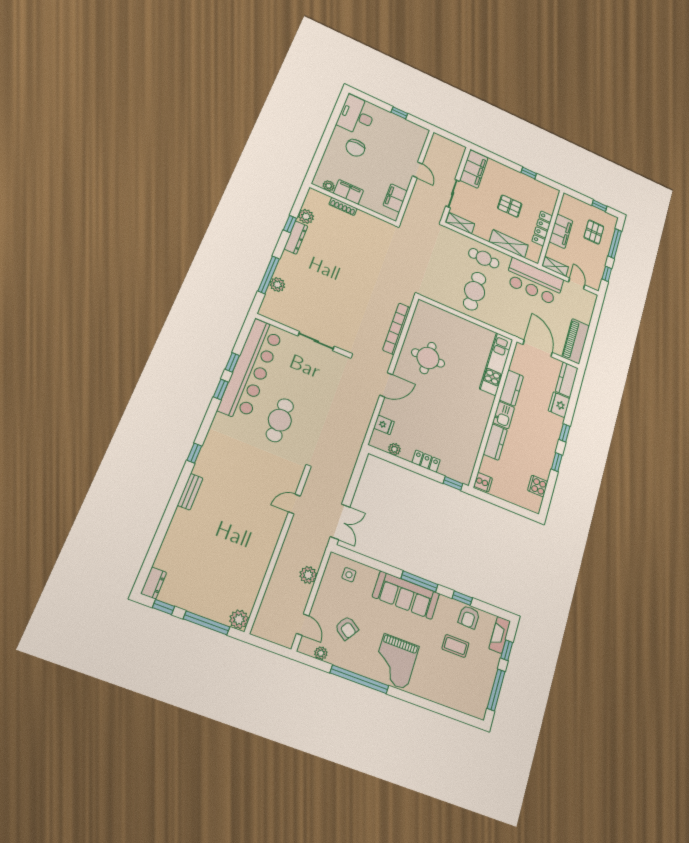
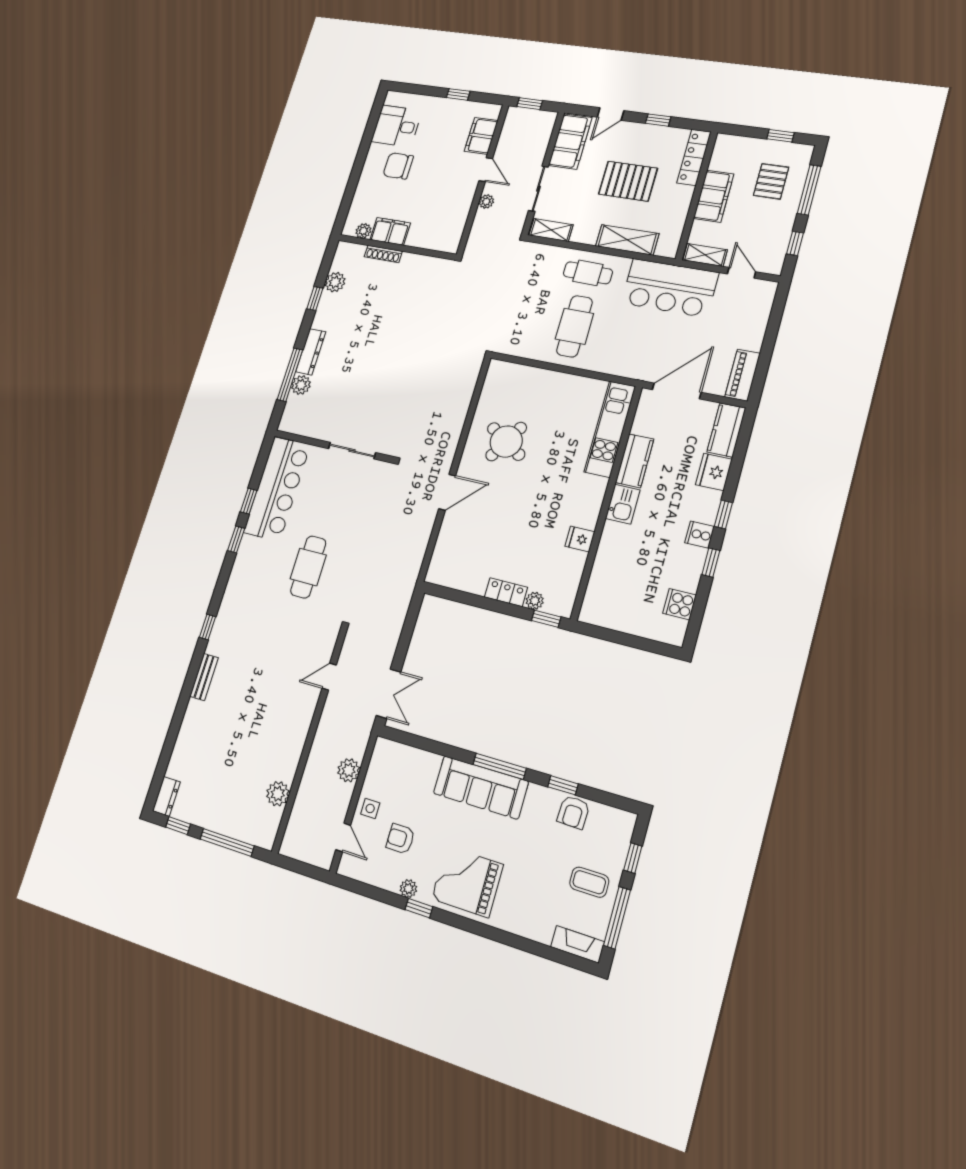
desk: (357, 116) -> (397, 126), width x0.73
window: (448, 135) -> (530, 104), added
chair: (355, 148) -> (398, 166), turned 90
door: (500, 159) -> (610, 114), added
plant: (417, 192) -> (486, 202), added
filing cabinet: (395, 198) -> (481, 136), moved
pallet: (510, 206) -> (628, 181), width x1.50, depth x1.42
locker: (542, 228) -> (694, 157), moved
dresser: (296, 238) -> (311, 352), moved
bookcase: (397, 329) -> (460, 409), removed
piano: (576, 341) -> (742, 375), width x0.73, depth x0.75
door: (538, 348) -> (677, 391), hinge flipped
round table: (428, 358) -> (506, 442), turned 32
bar counter: (251, 370) -> (277, 489), width x0.73
fridge: (384, 425) -> (580, 539), moved, turned 180
kitchen counter: (495, 442) -> (610, 547), removed
plant: (394, 449) -> (535, 601), moved
cooker: (483, 482) -> (700, 535), moved, turned 180
side table: (349, 575) -> (370, 808), moved
plant: (239, 619) -> (278, 794), moved
armchair: (347, 628) -> (400, 839), turned 146
fireplace: (500, 635) -> (578, 944), moved, turned 90
coffee table: (455, 646) -> (589, 882), moved
plant: (321, 653) -> (408, 889), moved
grand piano: (395, 661) -> (467, 882), turned 90
window: (359, 679) -> (419, 908), width x0.32

